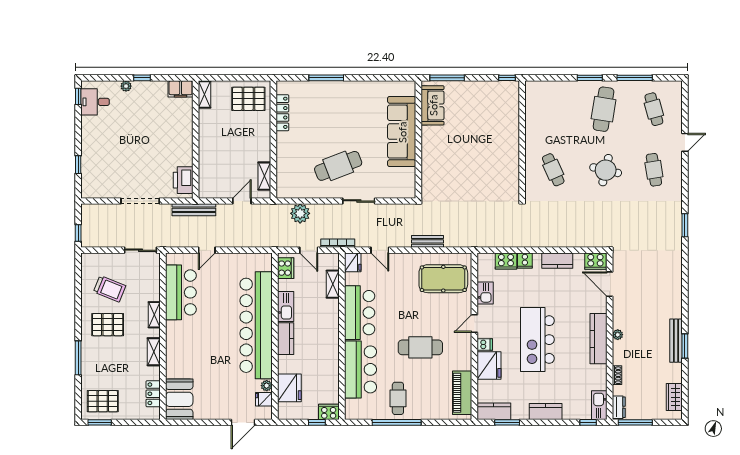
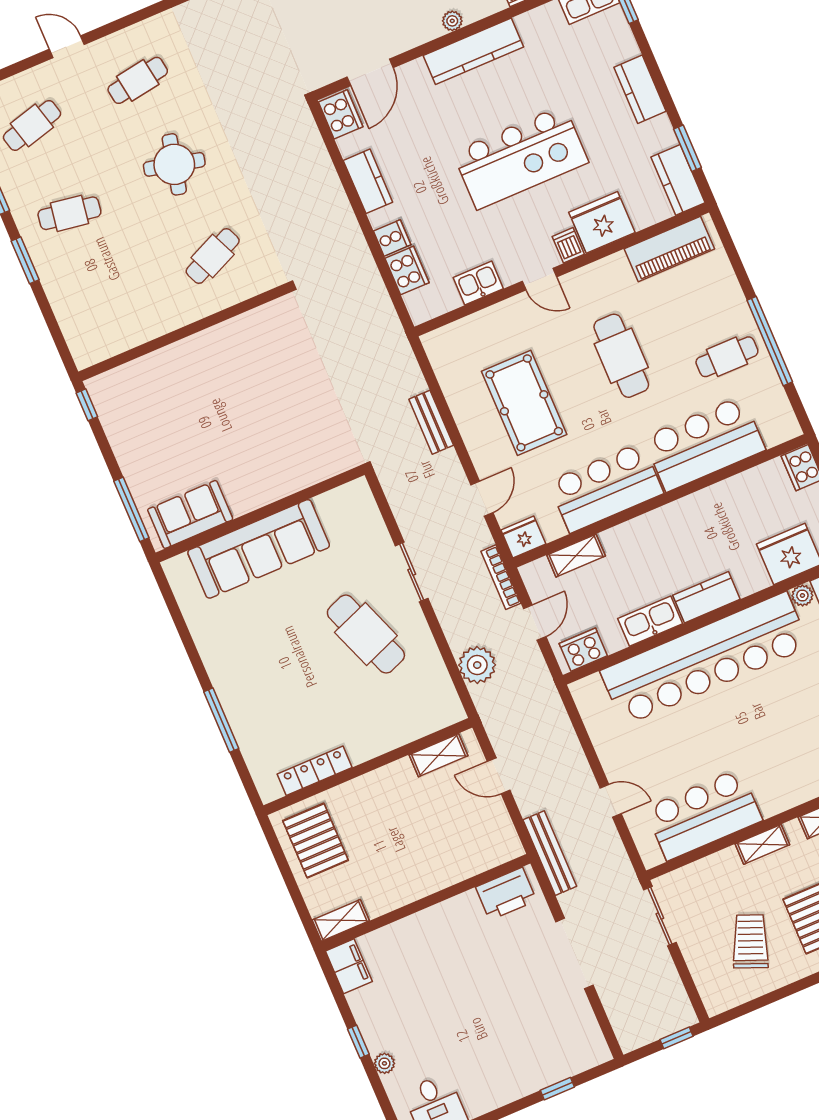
cafe table: (604, 109) -> (69, 213), width x0.73, depth x0.74
pool table: (443, 279) -> (524, 403), moved

